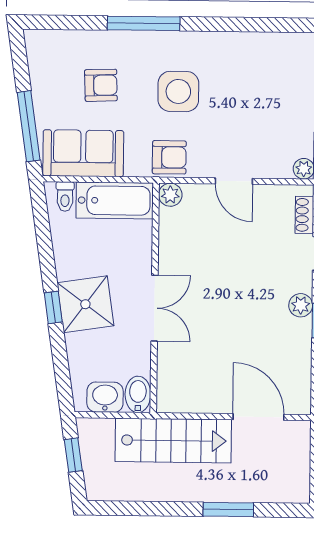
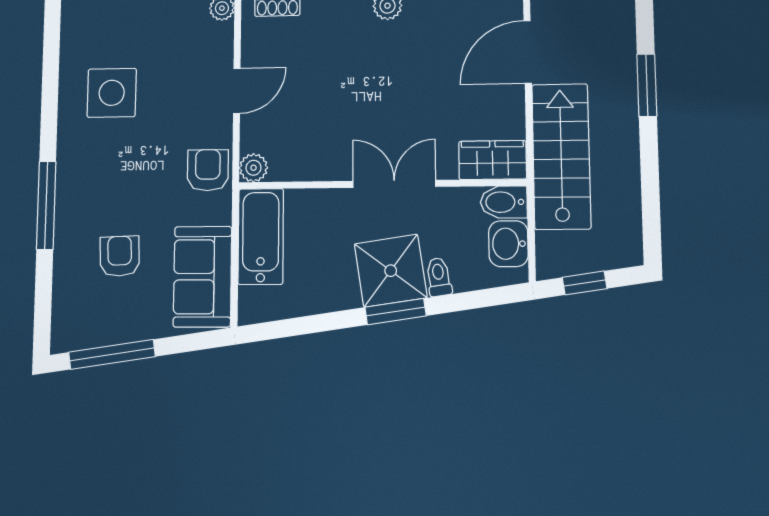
side table: (178, 91) -> (112, 93), moved
window: (29, 126) -> (112, 354), moved
toilet: (65, 197) -> (439, 277), moved, turned -98
window: (53, 307) -> (395, 312), width x1.50
wardrobe: (172, 387) -> (493, 160), added

